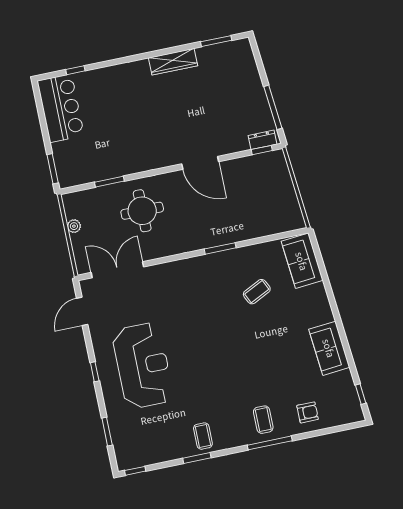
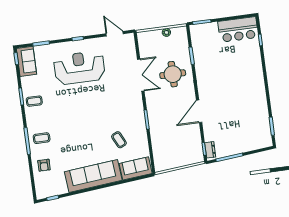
wardrobe: (173, 62) -> (261, 99), removed
double door: (117, 270) -> (141, 75), moved
sofa: (329, 348) -> (93, 176), width x1.85, depth x1.27
reception desk: (143, 366) -> (79, 68), turned 180
sofa: (138, 454) -> (26, 61), added

